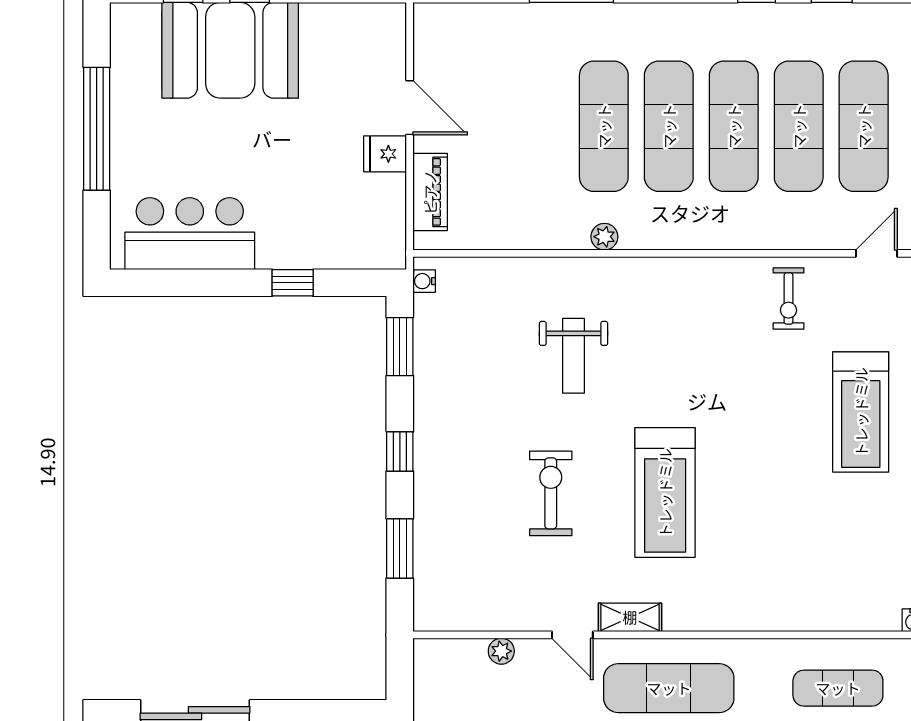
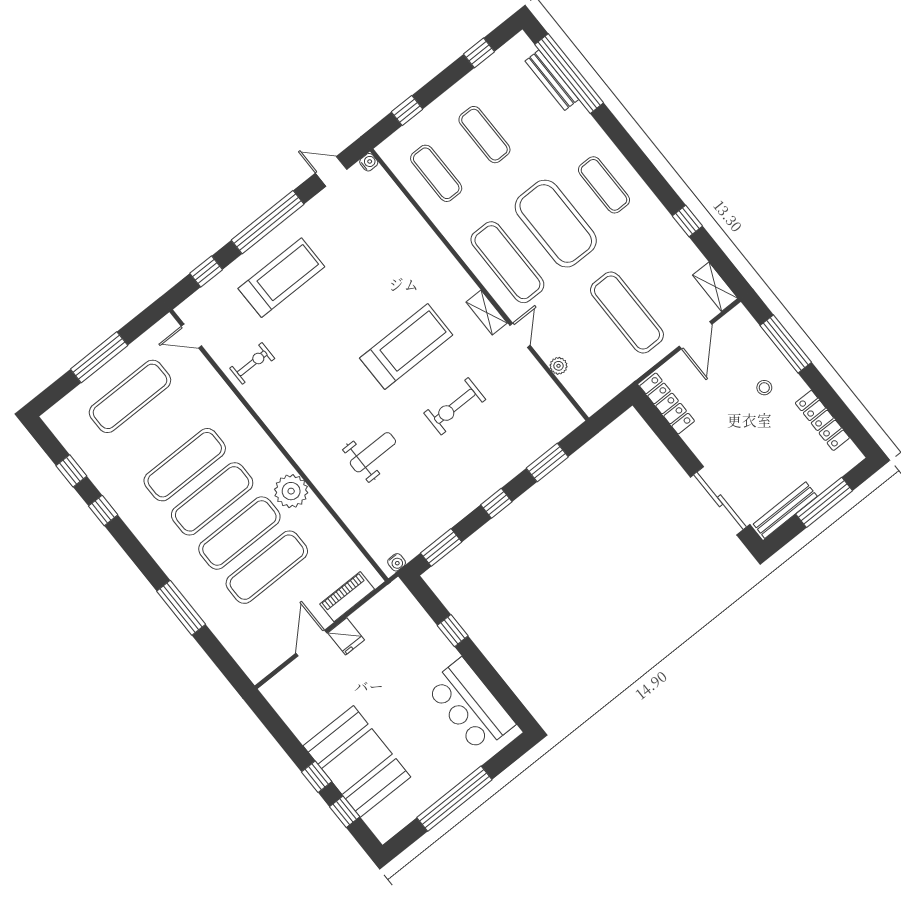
exercise mat: (799, 126) -> (267, 567), moved
plant: (604, 237) -> (291, 491), width x1.87, depth x1.87

